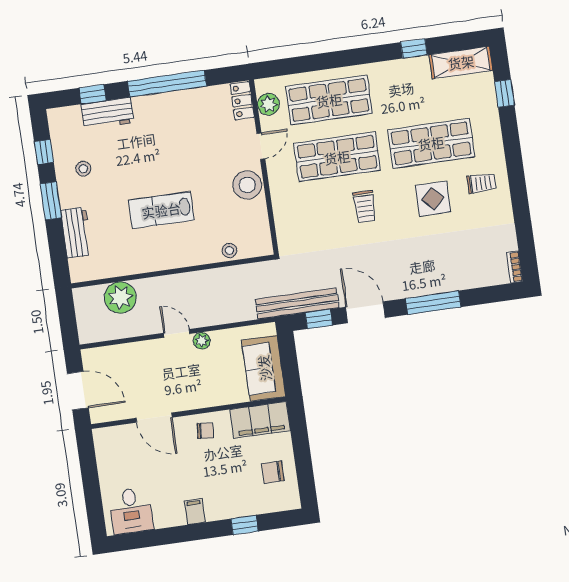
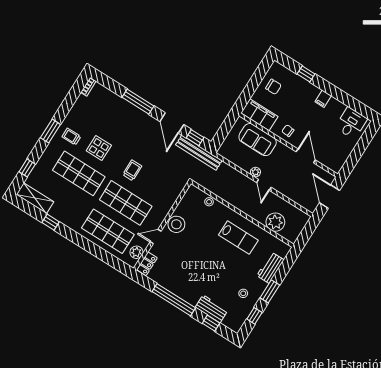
window: (515, 167) -> (50, 131), added
lab bench: (161, 210) -> (238, 238), moved
sofa: (264, 368) -> (258, 140), moved, turned 90

